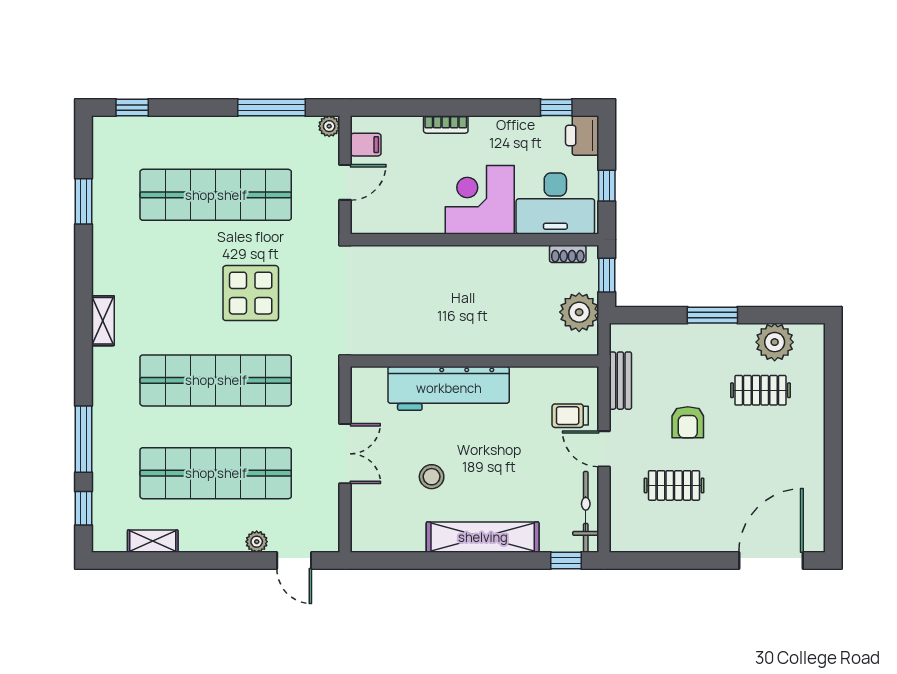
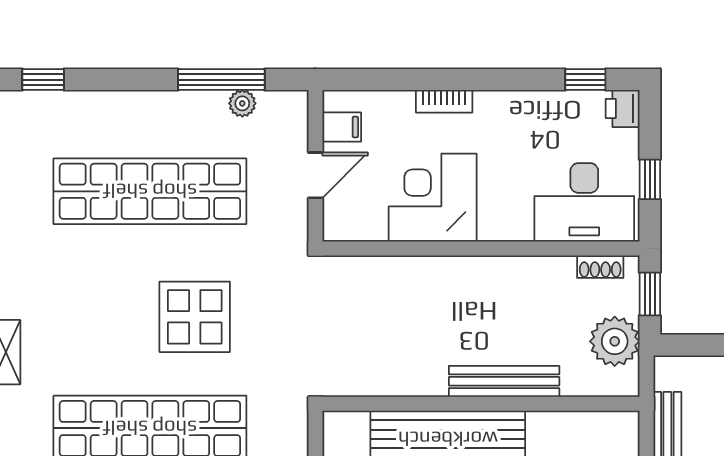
plant: (329, 126) -> (242, 103), moved
printer: (582, 135) -> (623, 109), width x0.73, depth x0.81
corner desk: (480, 200) -> (433, 198), moved
bench: (493, 343) -> (504, 381), added

